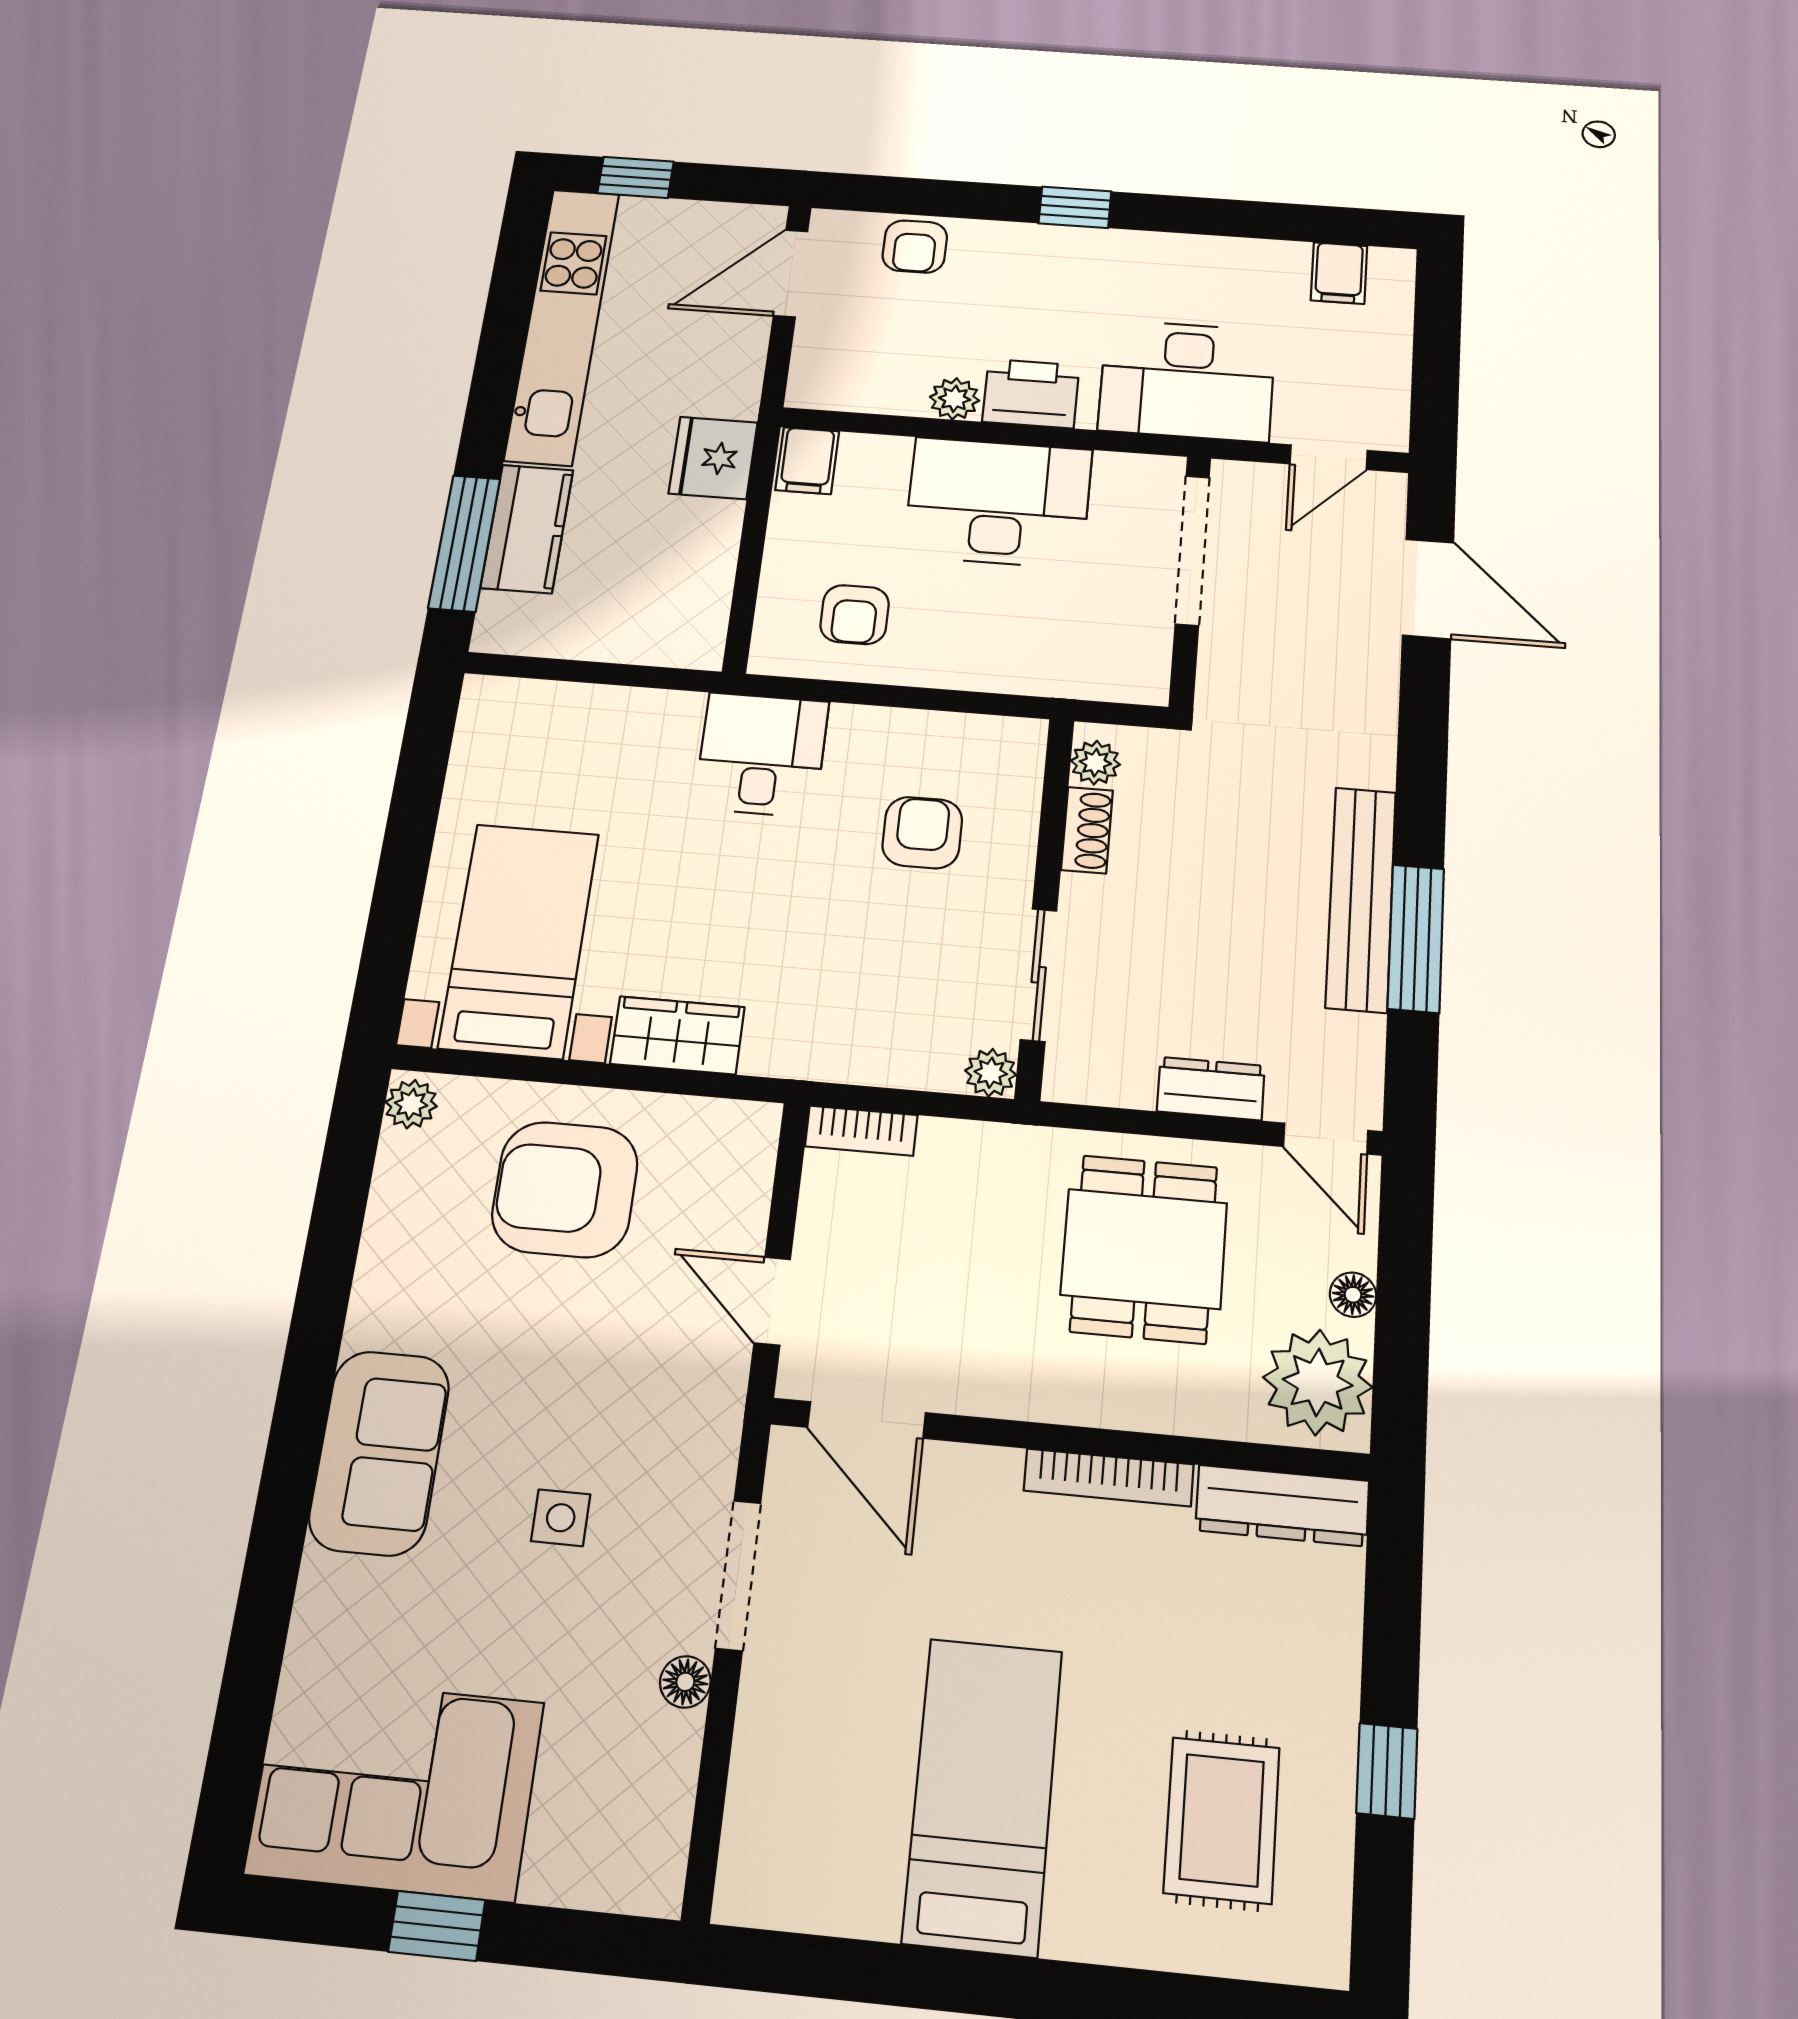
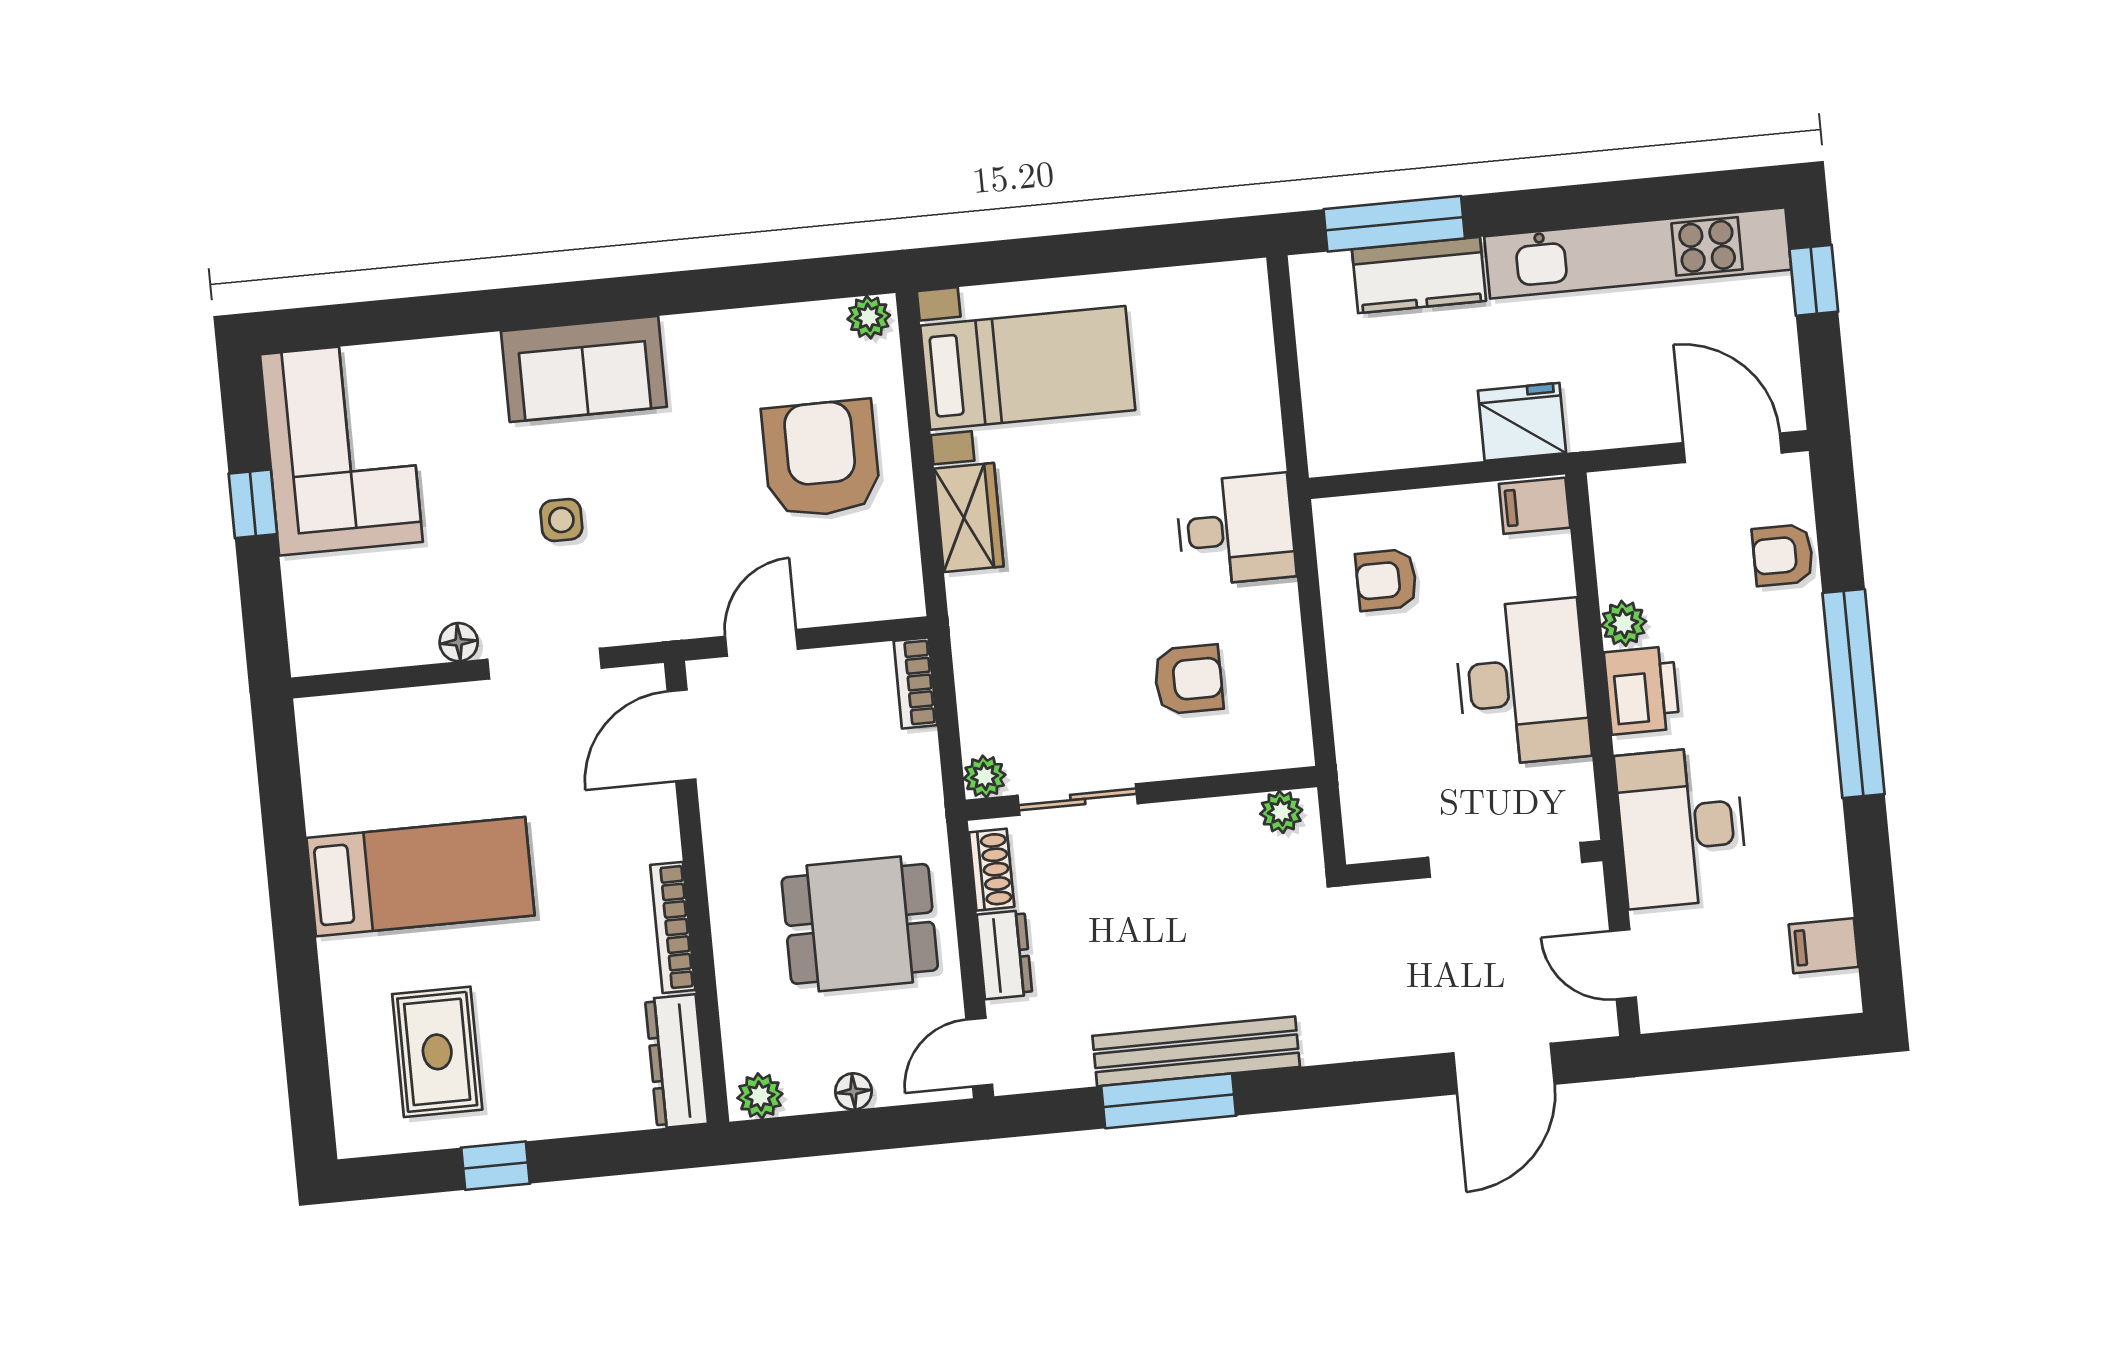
window: (1075, 207) -> (1854, 694), width x3.17
shoe rack: (1087, 830) -> (992, 870), moved, turned -90
plant: (1318, 1382) -> (760, 1096), width x0.53, depth x0.53
rug: (1222, 1820) -> (437, 1052), turned 90

